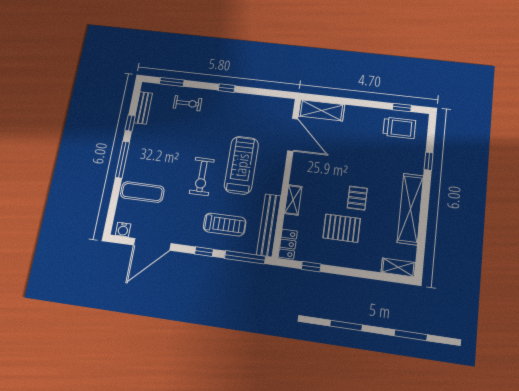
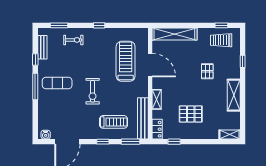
shelving: (321, 110) -> (174, 34), width x1.47
trolley: (399, 128) -> (221, 40), turned 180
door: (293, 135) -> (150, 65), moved
treadmill: (241, 165) -> (126, 61), moved
exercise mat: (142, 192) -> (57, 83), moved
pallet: (357, 198) -> (207, 71), moved
shelving: (410, 209) -> (234, 95), width x0.68
window: (245, 257) -> (130, 142), width x0.69

